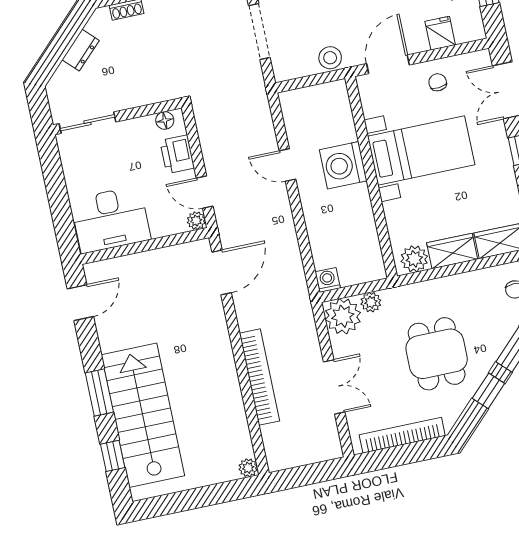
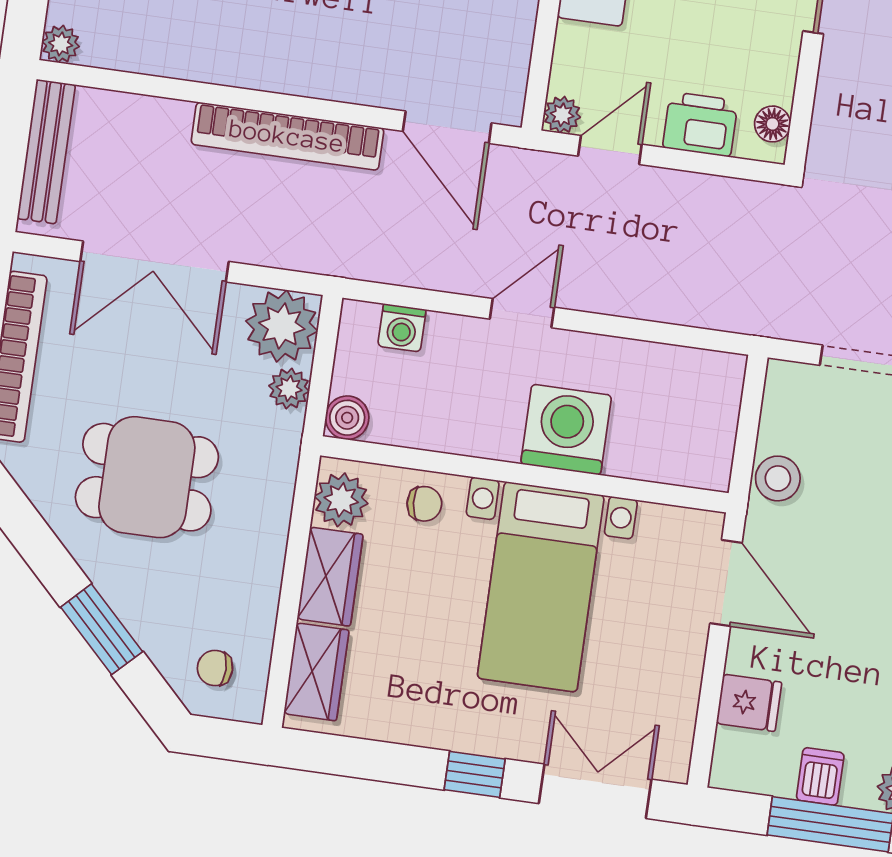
chair: (438, 82) -> (424, 504), moved
door: (287, 165) -> (522, 313), moved
boiler: (375, 270) -> (347, 418), added
washing machine: (328, 280) -> (402, 328), moved, turned 90
bookcase: (259, 377) -> (287, 136), moved
double door: (334, 387) -> (155, 261), width x1.37
window: (488, 391) -> (42, 550), removed
bench: (301, 456) -> (46, 152), added

